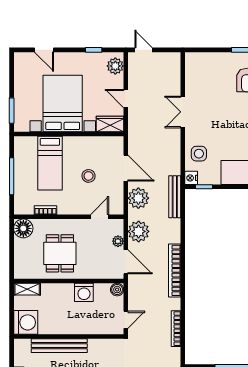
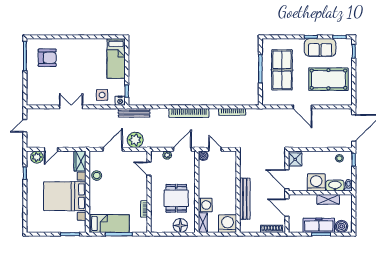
door: (44, 50) -> (25, 210), removed
door: (144, 50) -> (25, 126), moved
door: (126, 99) -> (51, 149), moved
double door: (183, 112) -> (71, 107), swing flipped
bed: (50, 163) -> (109, 224), moved
stool: (89, 176) -> (97, 175), moved
floor lamp: (23, 228) -> (180, 225), moved
plant: (139, 231) -> (160, 140), removed
dining table: (60, 253) -> (176, 198), turned 90
washing machine: (84, 292) -> (205, 205), moved
door: (126, 320) -> (215, 149), moved

